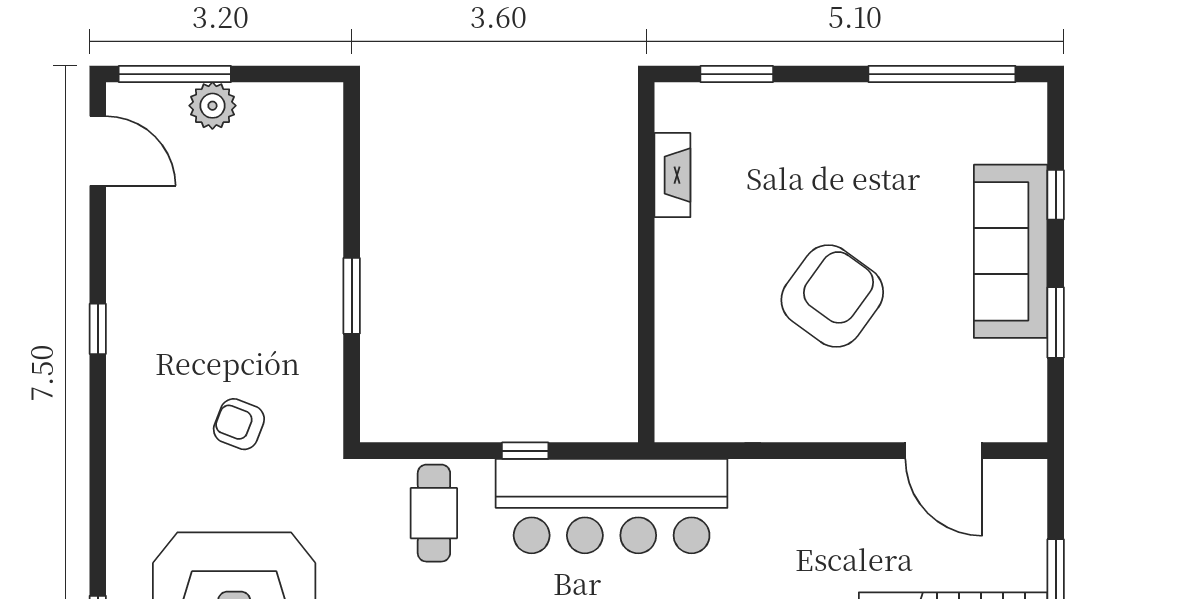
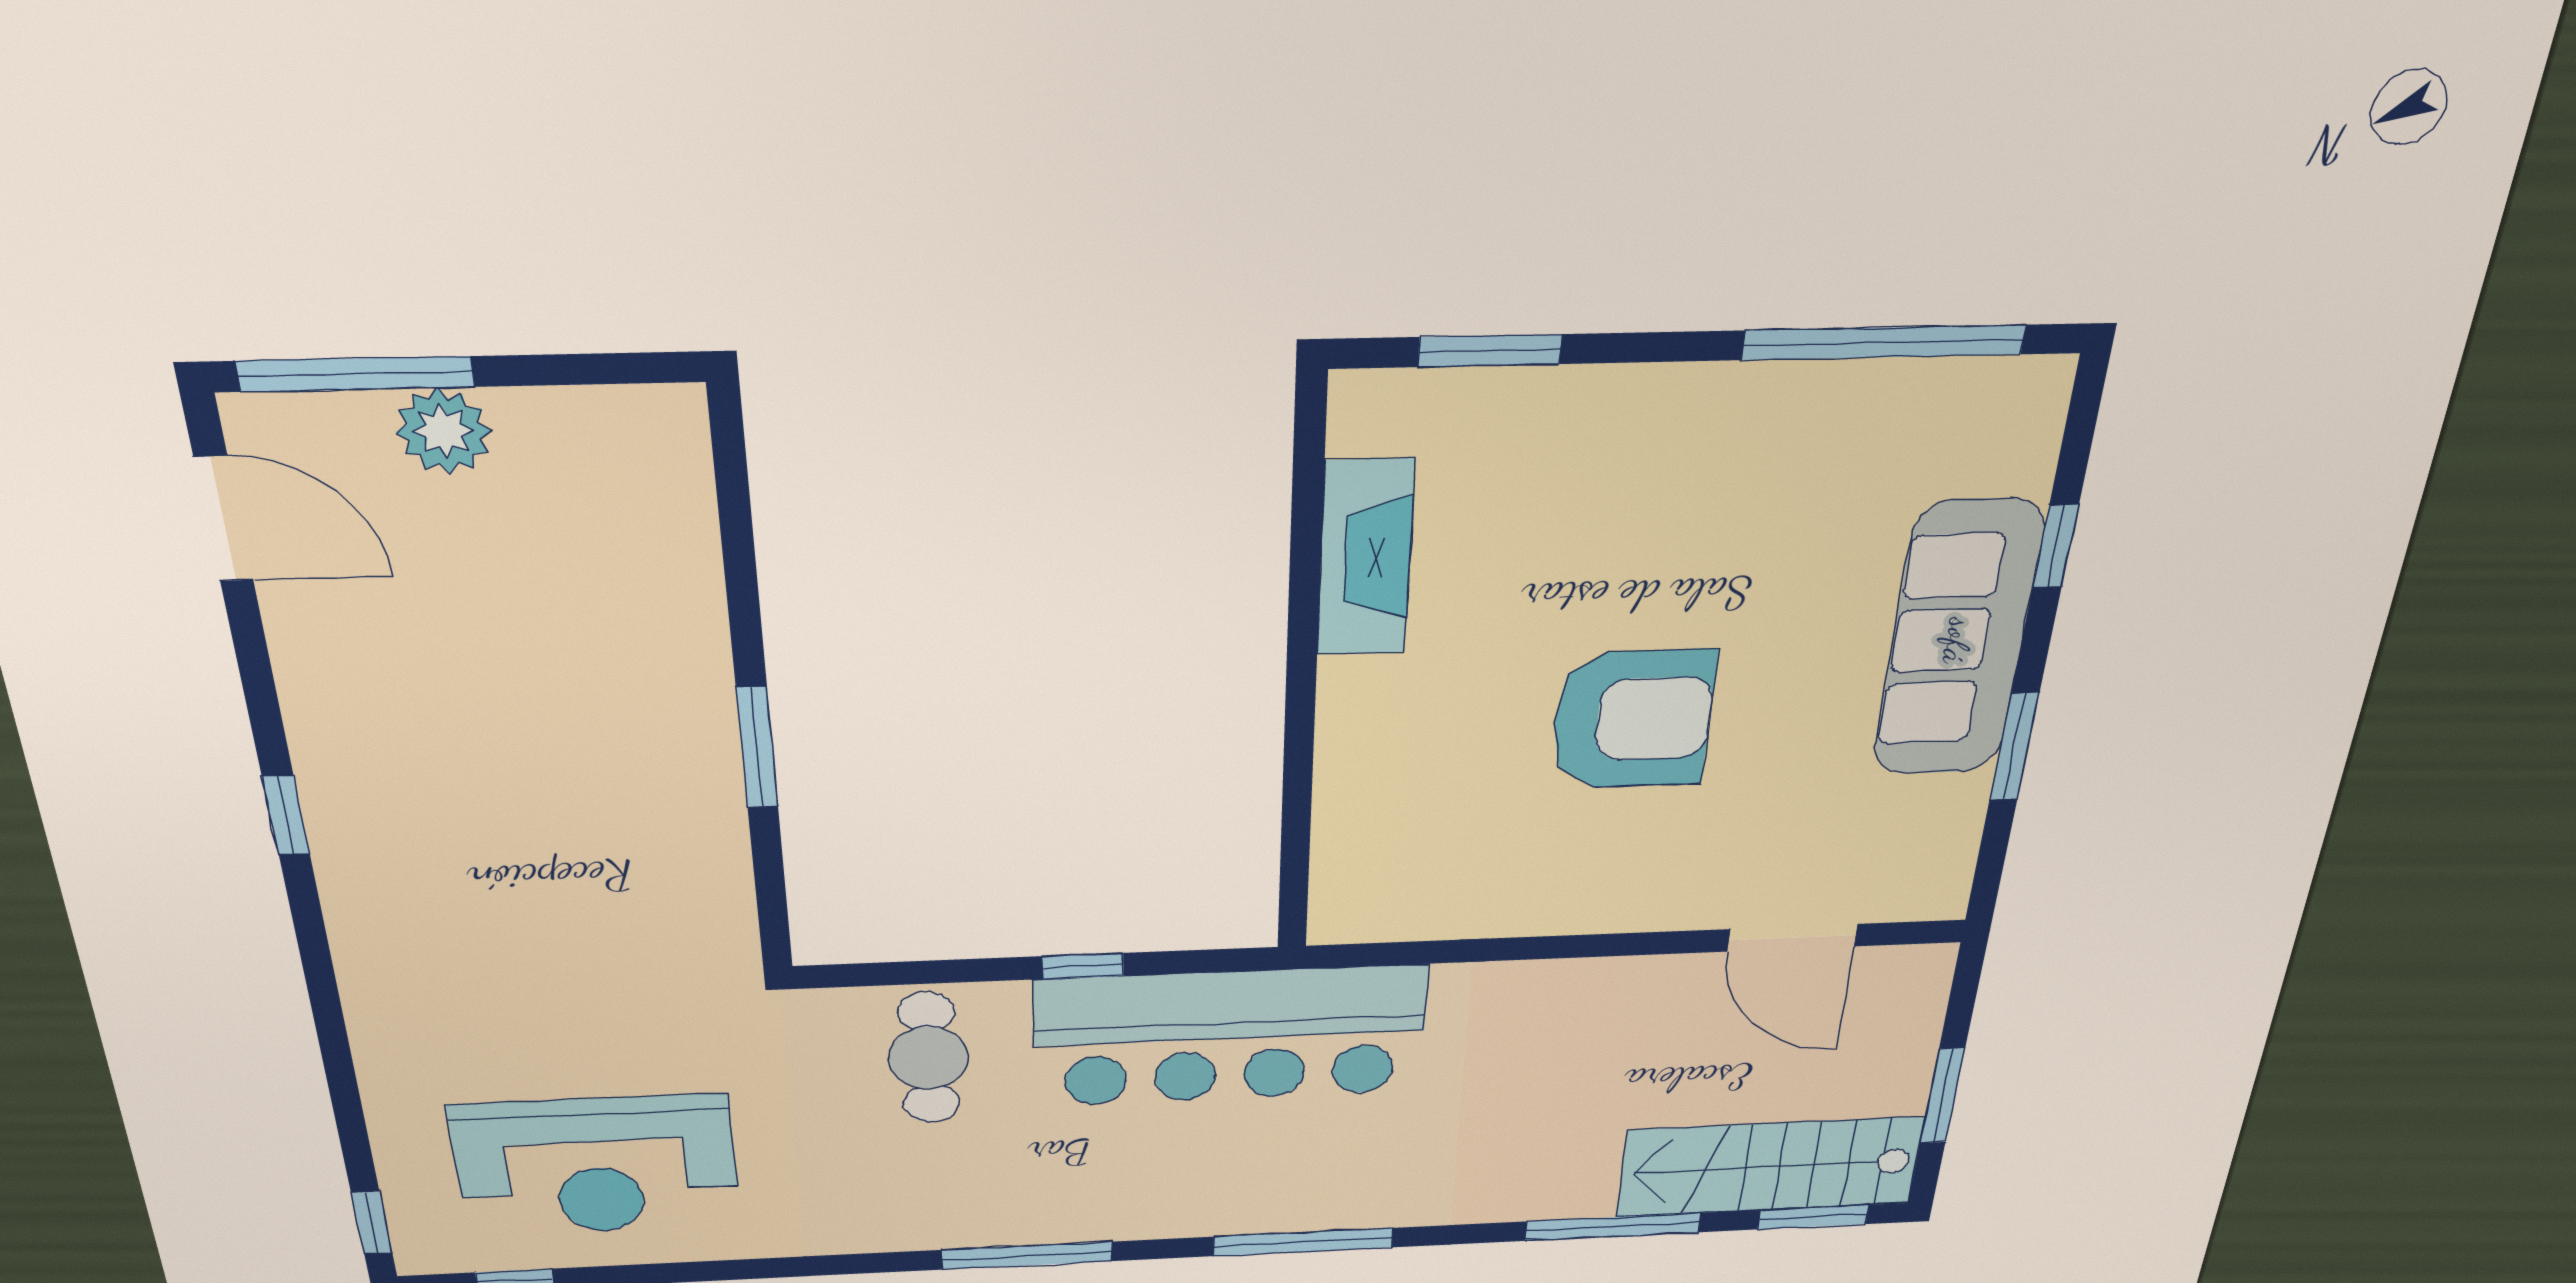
fireplace: (672, 175) -> (1365, 558), width x1.37, depth x1.32
armchair: (832, 296) -> (1632, 719), turned 54
armchair: (239, 424) -> (573, 948), removed

